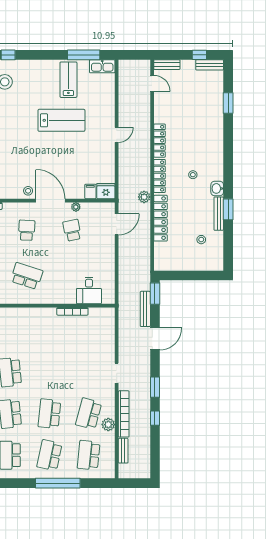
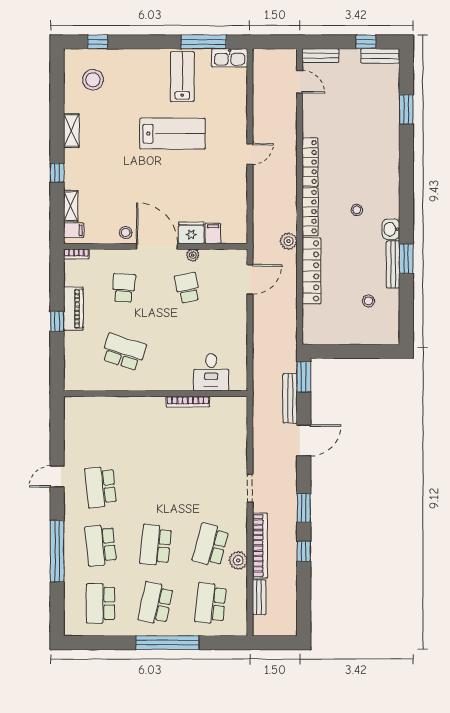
fridge: (106, 191) -> (191, 233), moved

